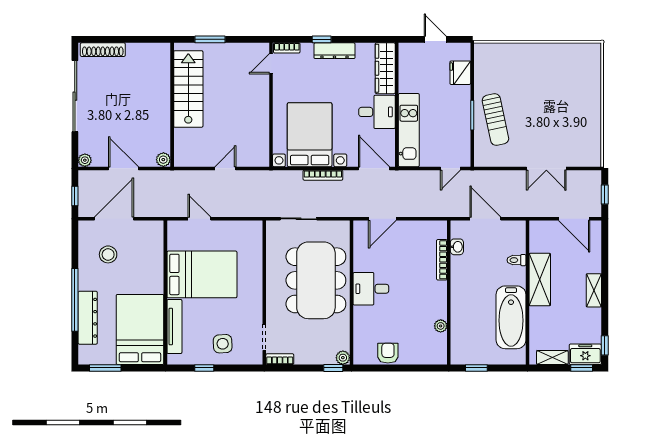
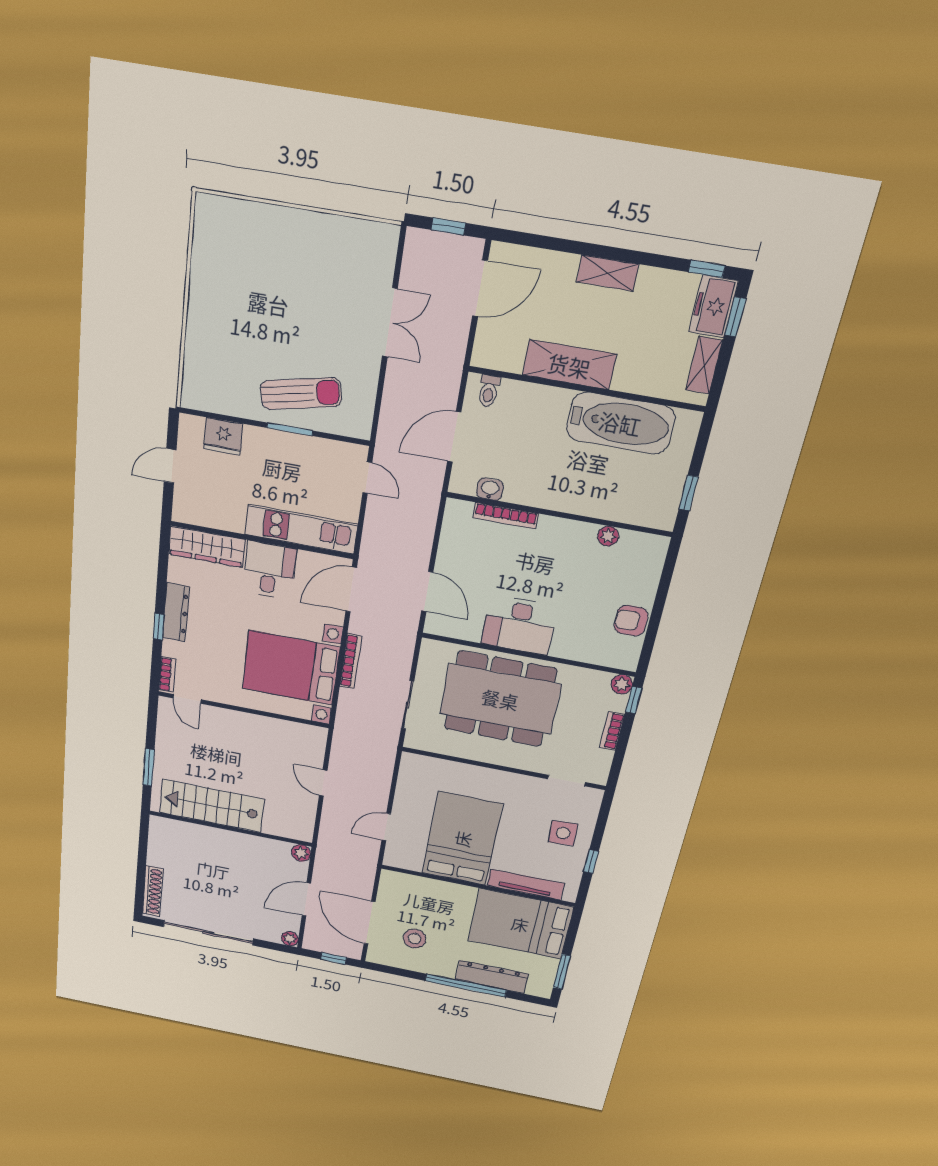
toilet: (517, 260) -> (489, 391), moved
desk: (371, 289) -> (519, 625), width x1.37
bookcase: (280, 359) -> (612, 731), moved

